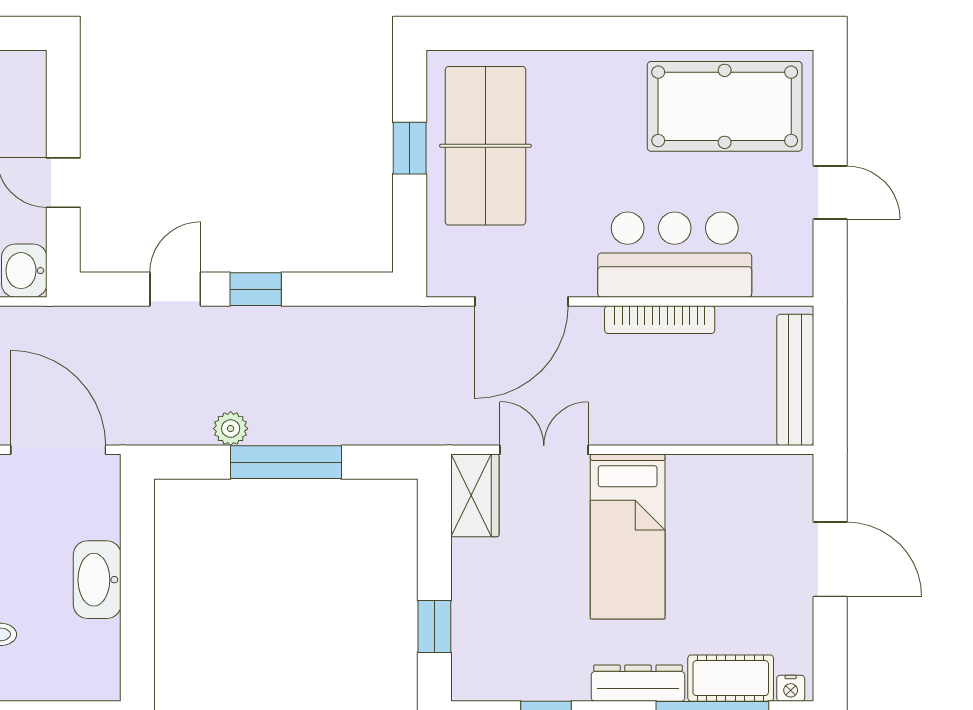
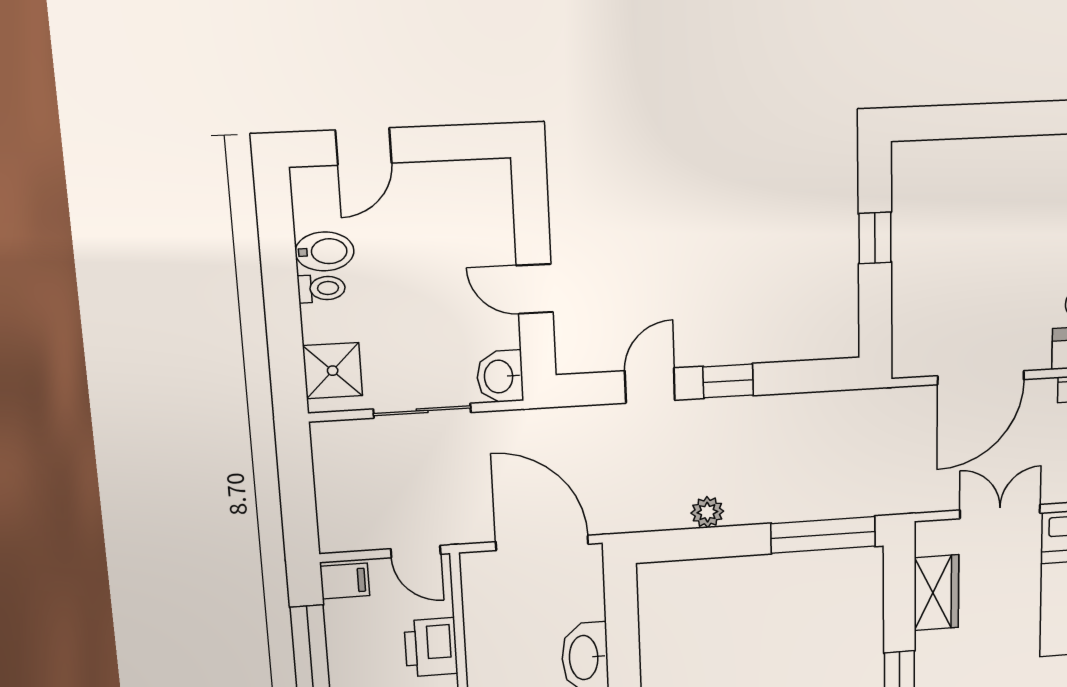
table tennis table: (485, 146) -> (948, 232), removed
window: (286, 462) -> (823, 535), moved
wardrobe: (475, 495) -> (936, 593), moved

